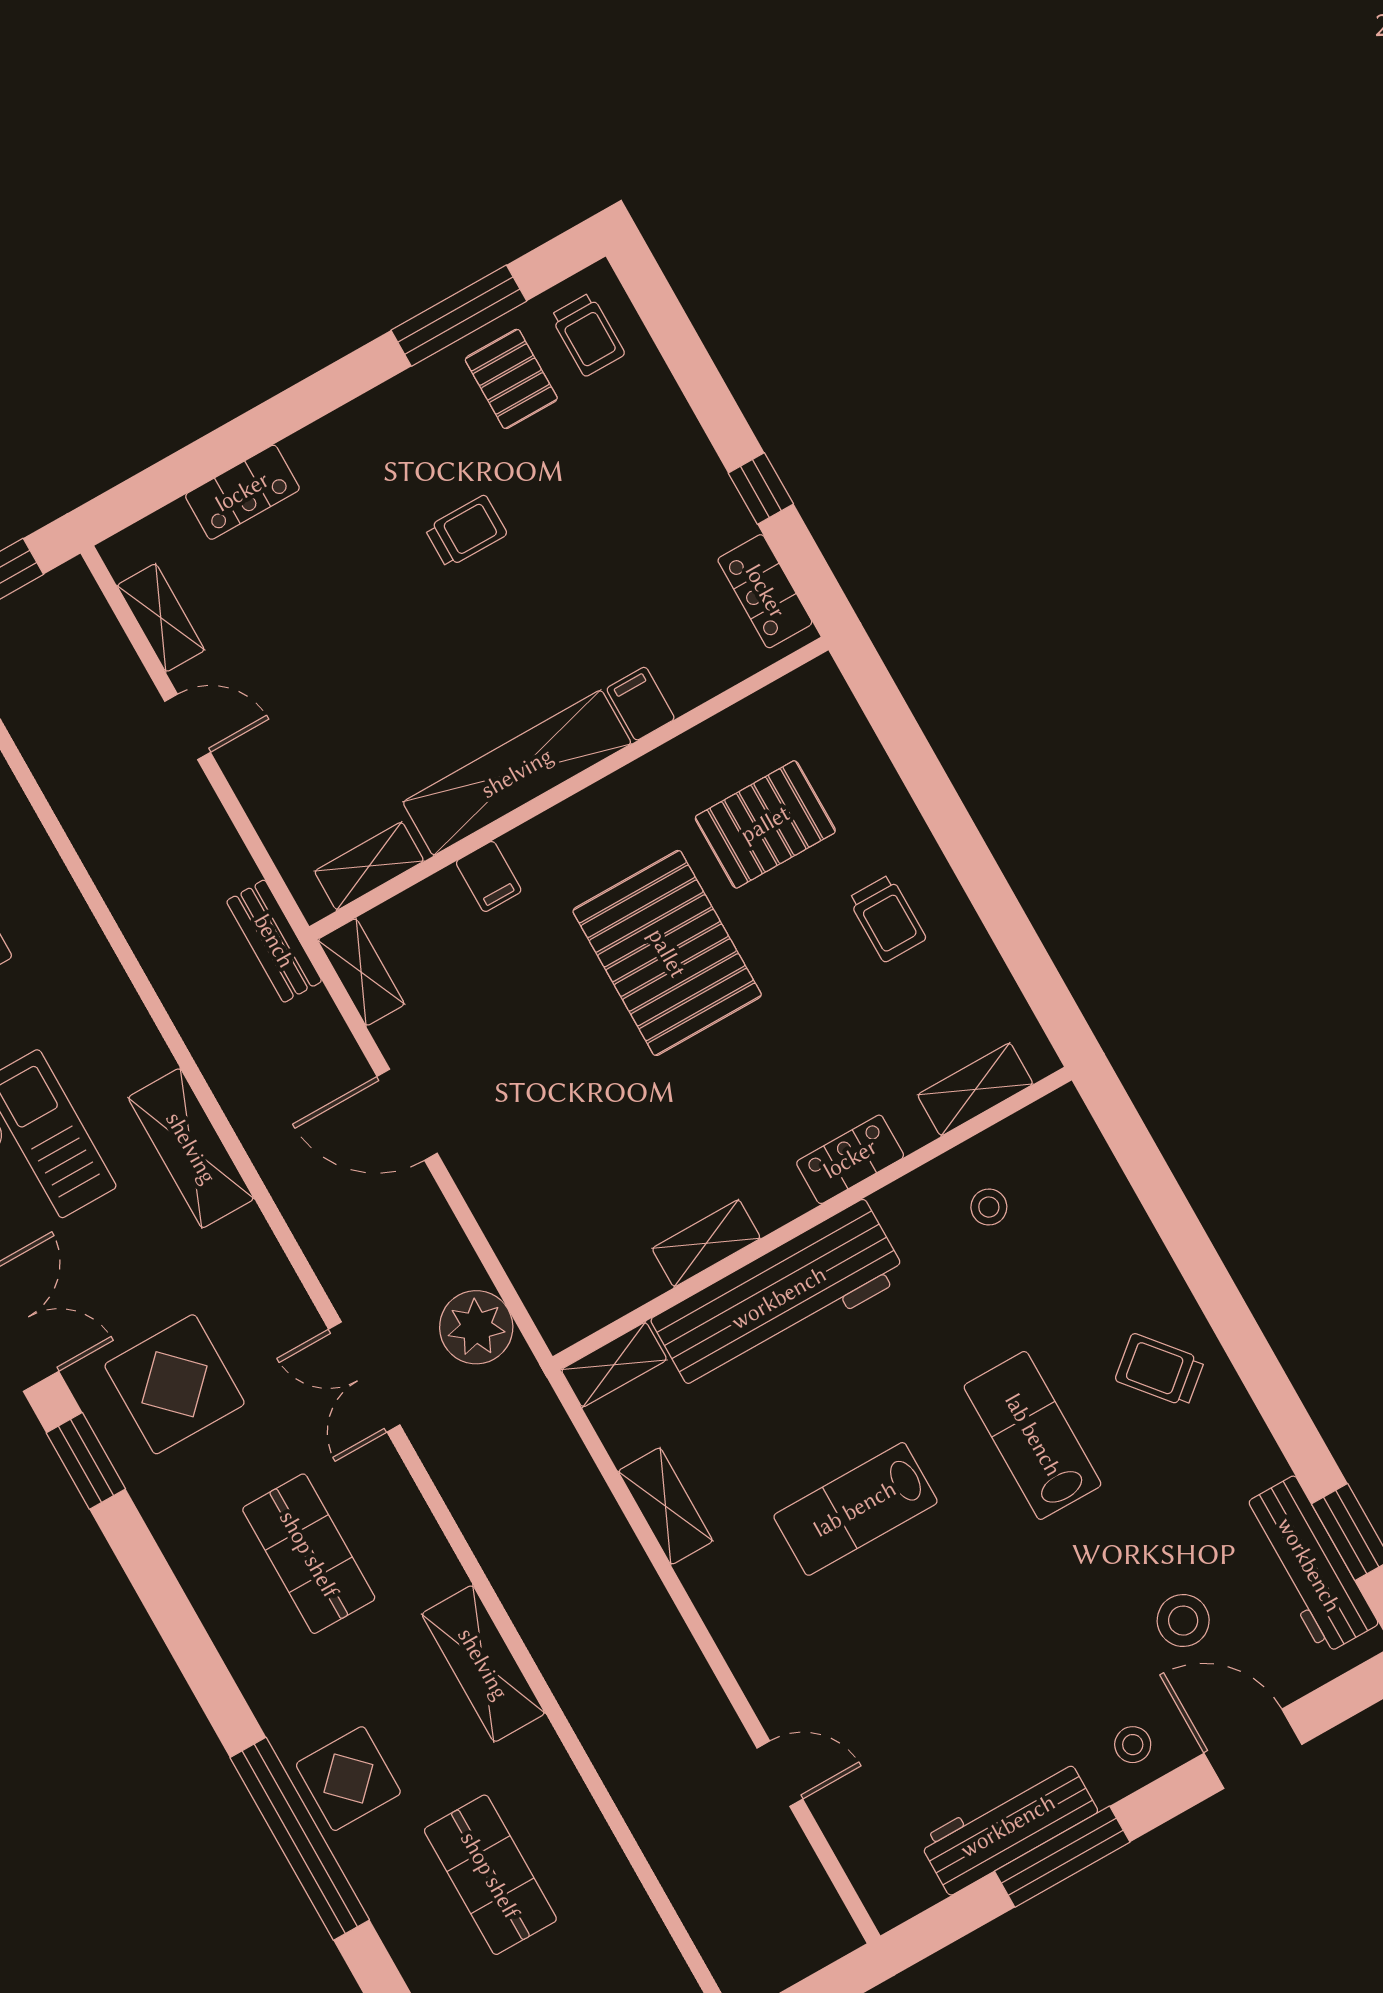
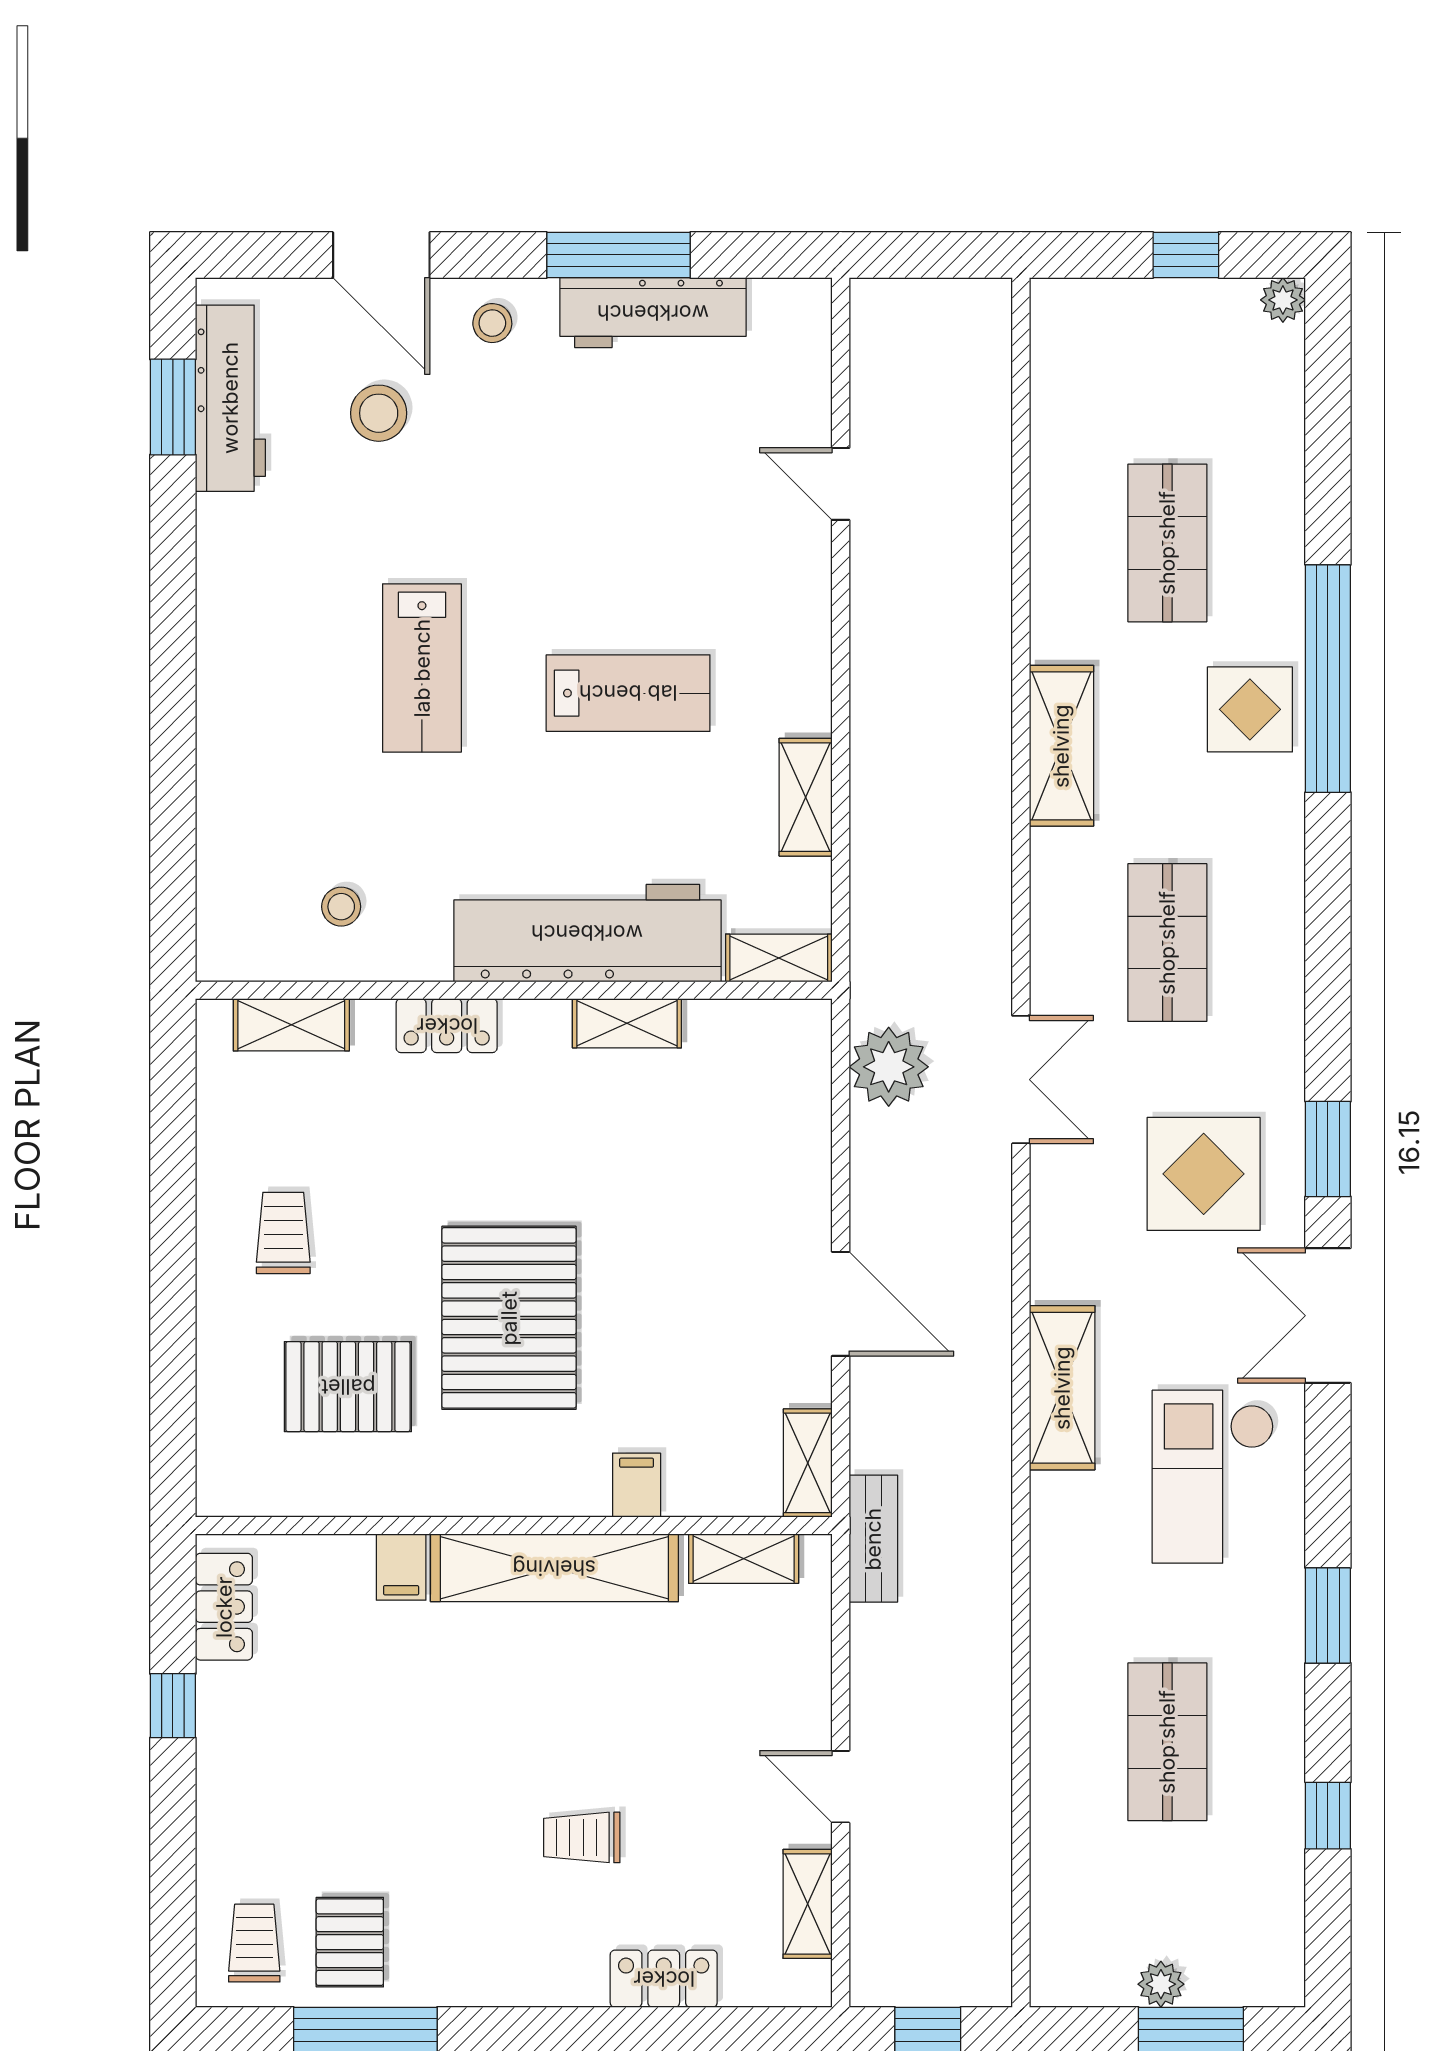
trolley: (466, 531) -> (582, 1837), moved
trolley: (1160, 1370) -> (267, 662), removed

